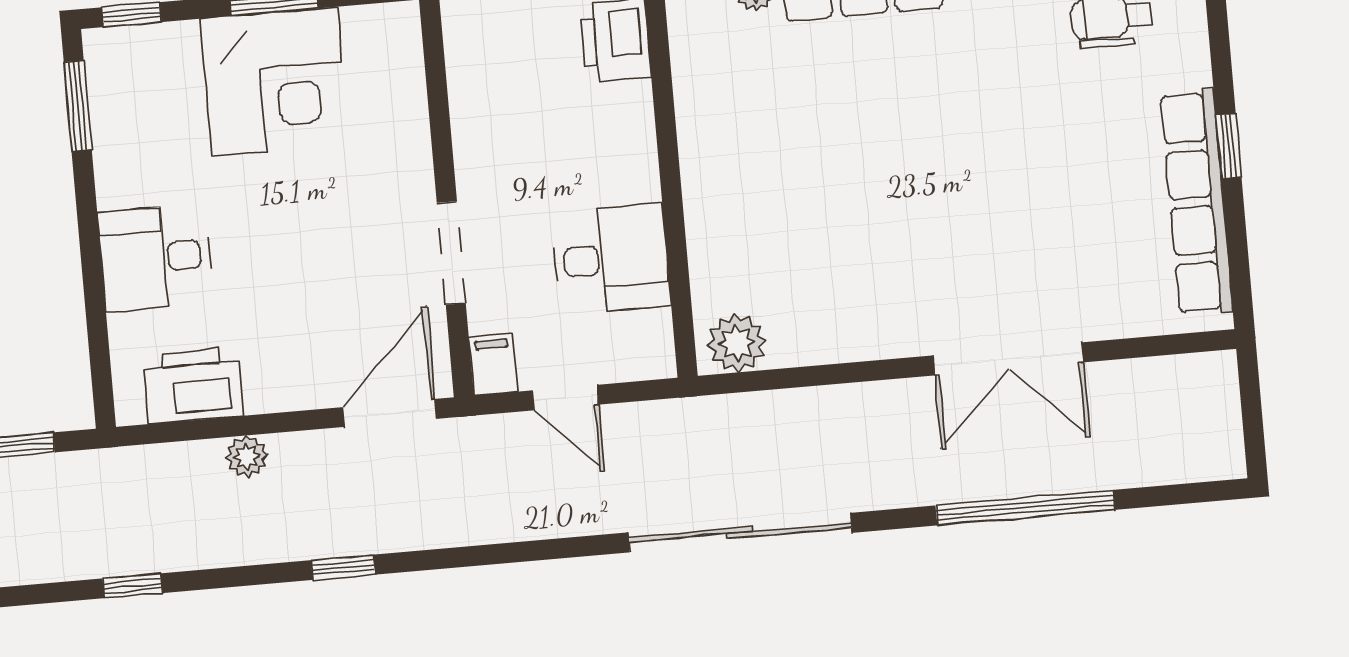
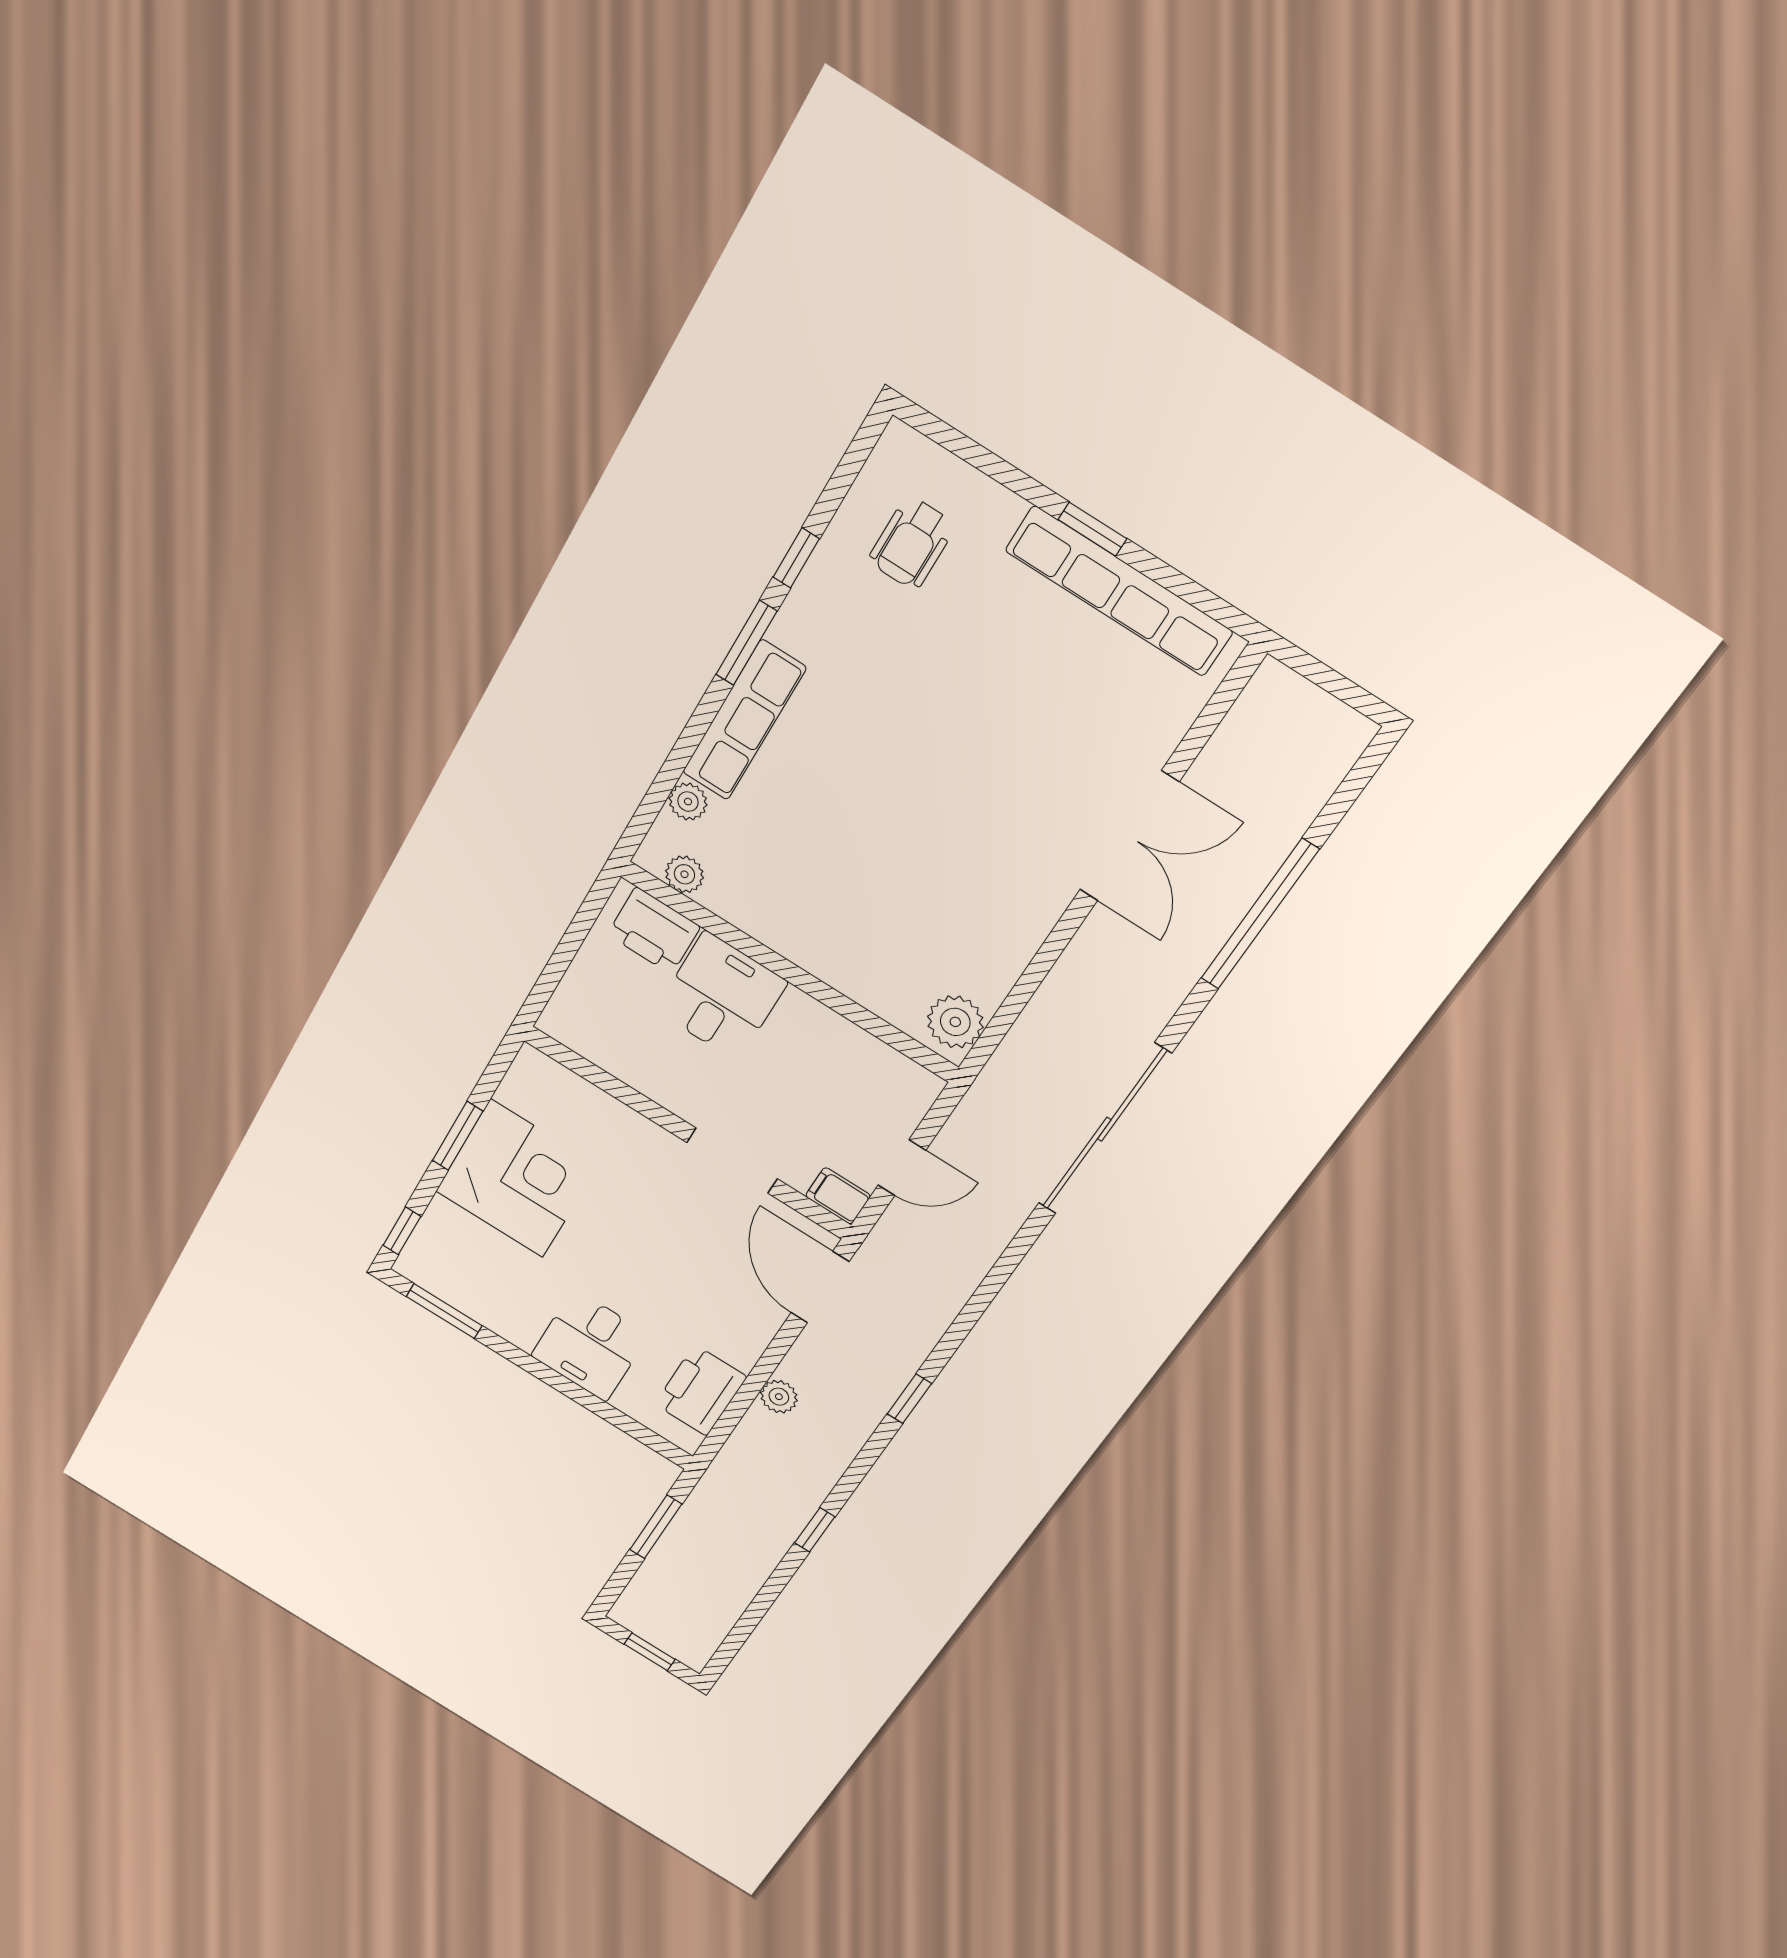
plant: (688, 31) -> (684, 874), added
desk: (611, 259) -> (721, 996), moved

